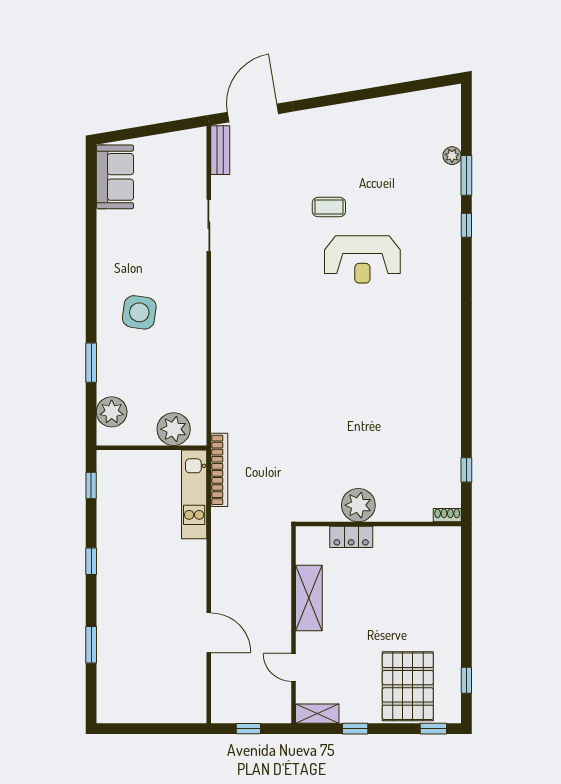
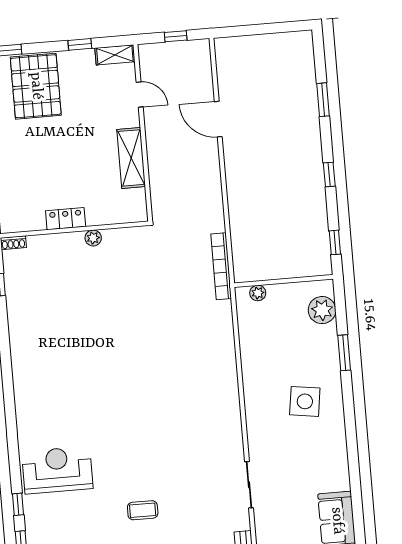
reception desk: (362, 259) -> (57, 470), moved
plant: (174, 429) -> (258, 293), width x0.53, depth x0.53
kitchen unit: (194, 494) -> (242, 242), removed
plant: (358, 505) -> (93, 238), width x0.53, depth x0.53
locker: (351, 537) -> (66, 219), moved

